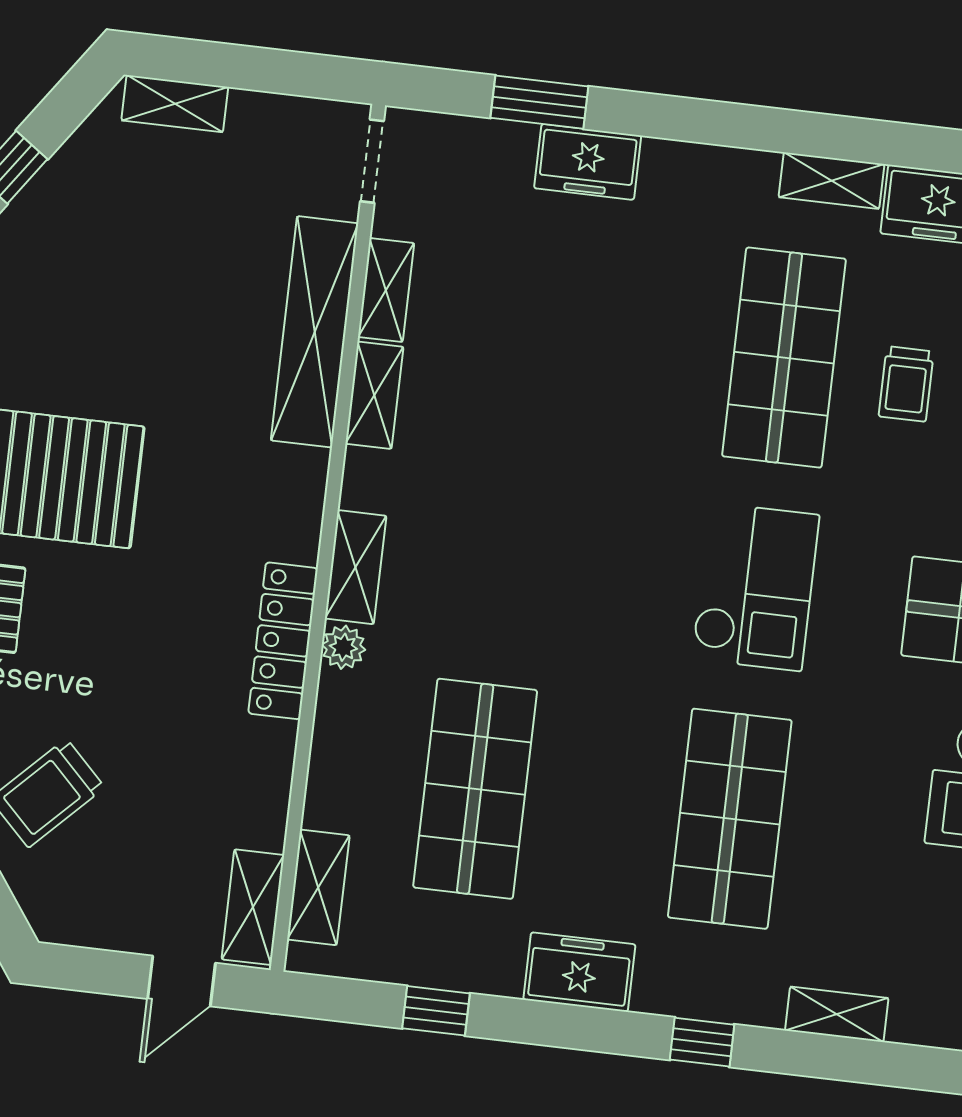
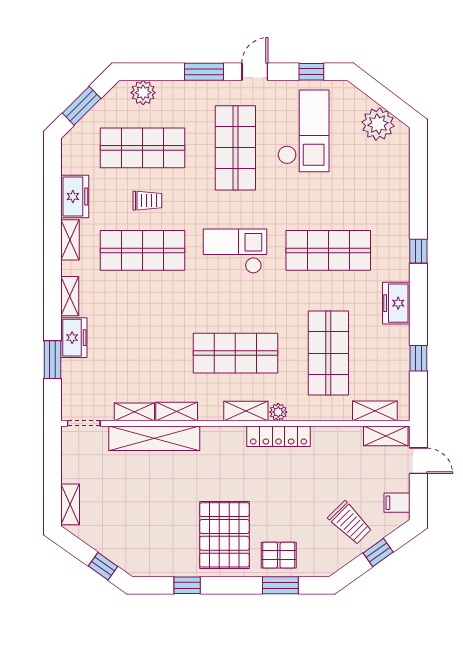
shop shelf: (502, 558) -> (235, 353), added
shop shelf: (475, 789) -> (328, 353), turned 90
filing cabinet: (84, 916) -> (397, 503), added
shelving: (837, 1014) -> (70, 296), moved

